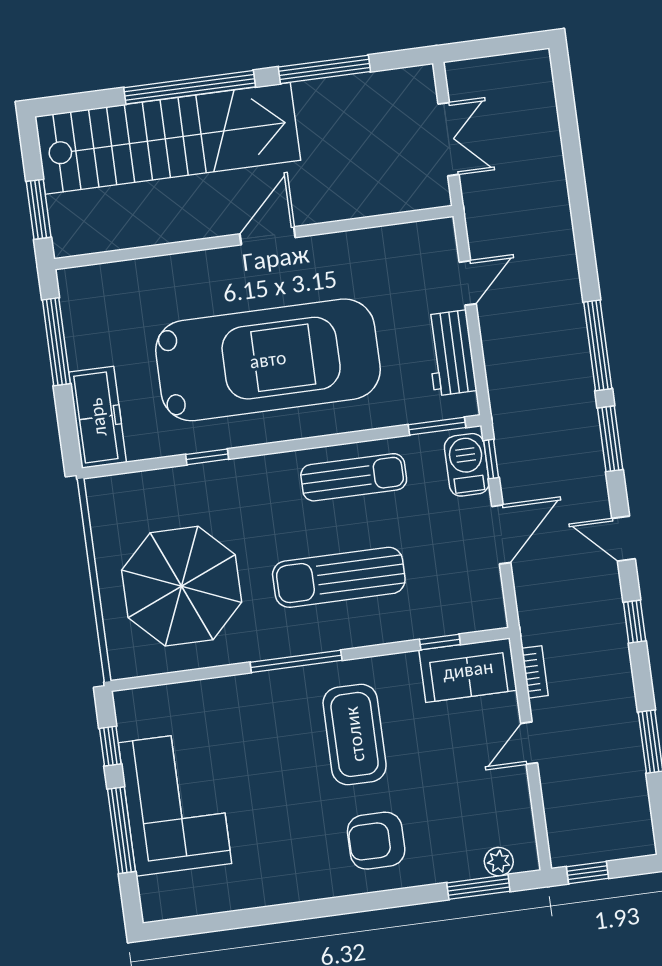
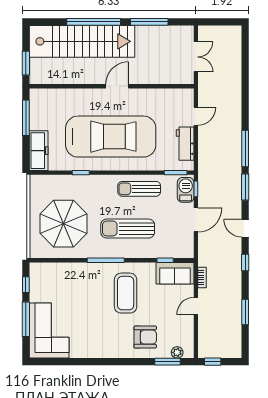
sun lounger: (354, 477) -> (139, 189), turned 180
corner sofa: (175, 803) -> (49, 331), moved
armchair: (376, 841) -> (145, 337), moved, turned 180

